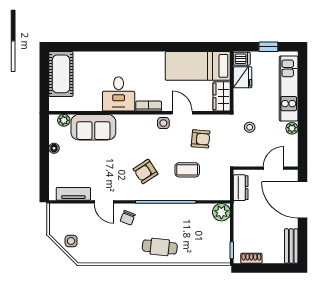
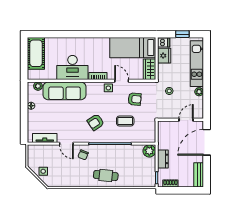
desk: (119, 94) -> (72, 67), width x1.37
sofa: (93, 127) -> (65, 91), width x1.36
dresser: (241, 188) -> (163, 159), moved
door: (302, 200) -> (207, 142), hinge flipped

